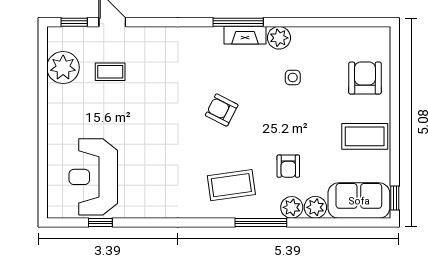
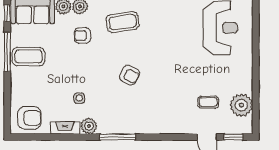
fireplace: (245, 35) -> (65, 128), moved
armchair: (365, 78) -> (29, 118), moved, turned -90
window: (395, 143) -> (7, 52), added
armchair: (288, 166) -> (82, 35), turned -90

